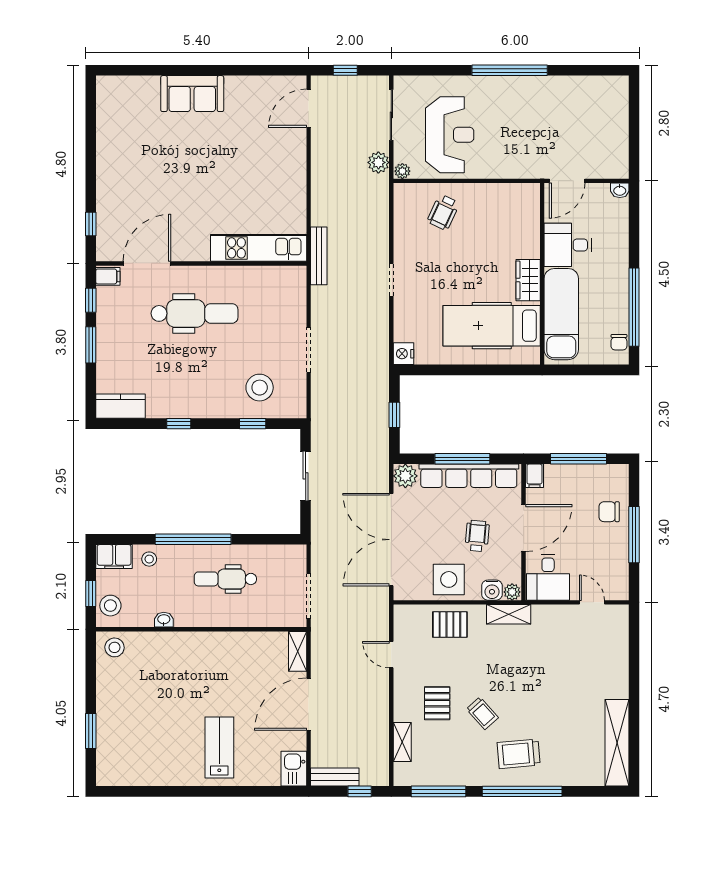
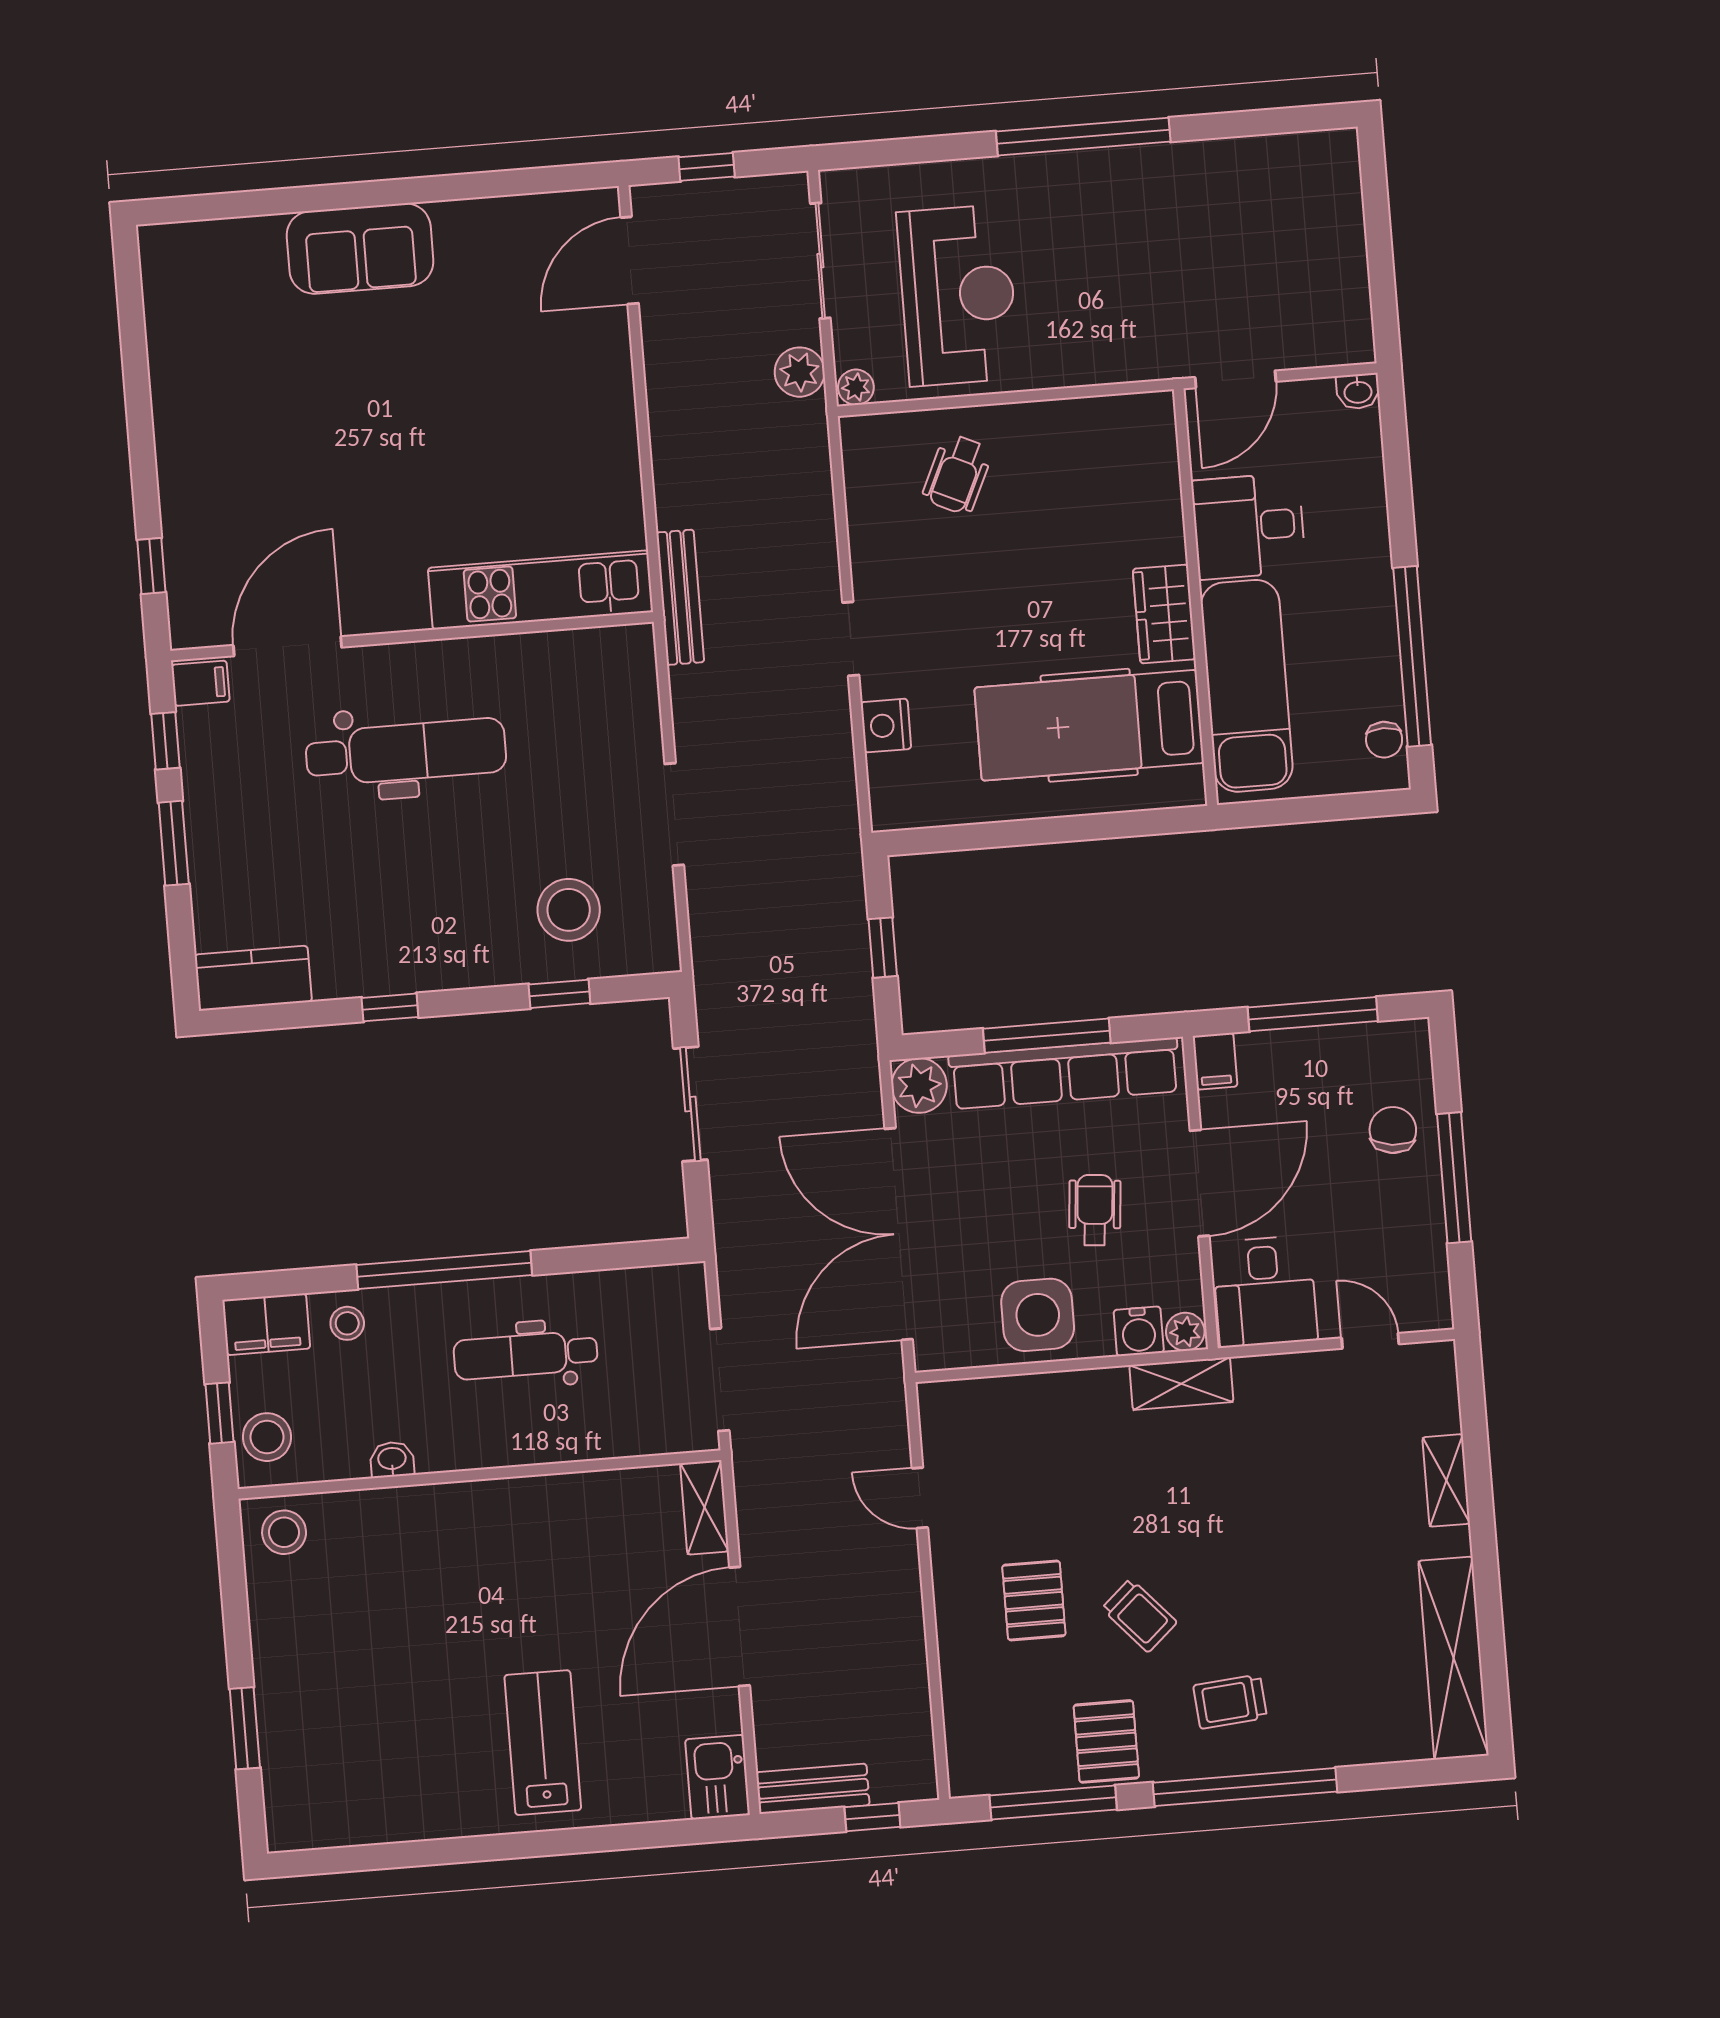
nightstand: (404, 354) -> (886, 726), moved
chair: (609, 512) -> (1393, 1130), turned 97
pallet: (450, 625) -> (1106, 1741), moved, turned 90
shelving: (402, 742) -> (1446, 1480), moved
trolley: (519, 754) -> (1230, 1702), width x0.73, depth x0.72

